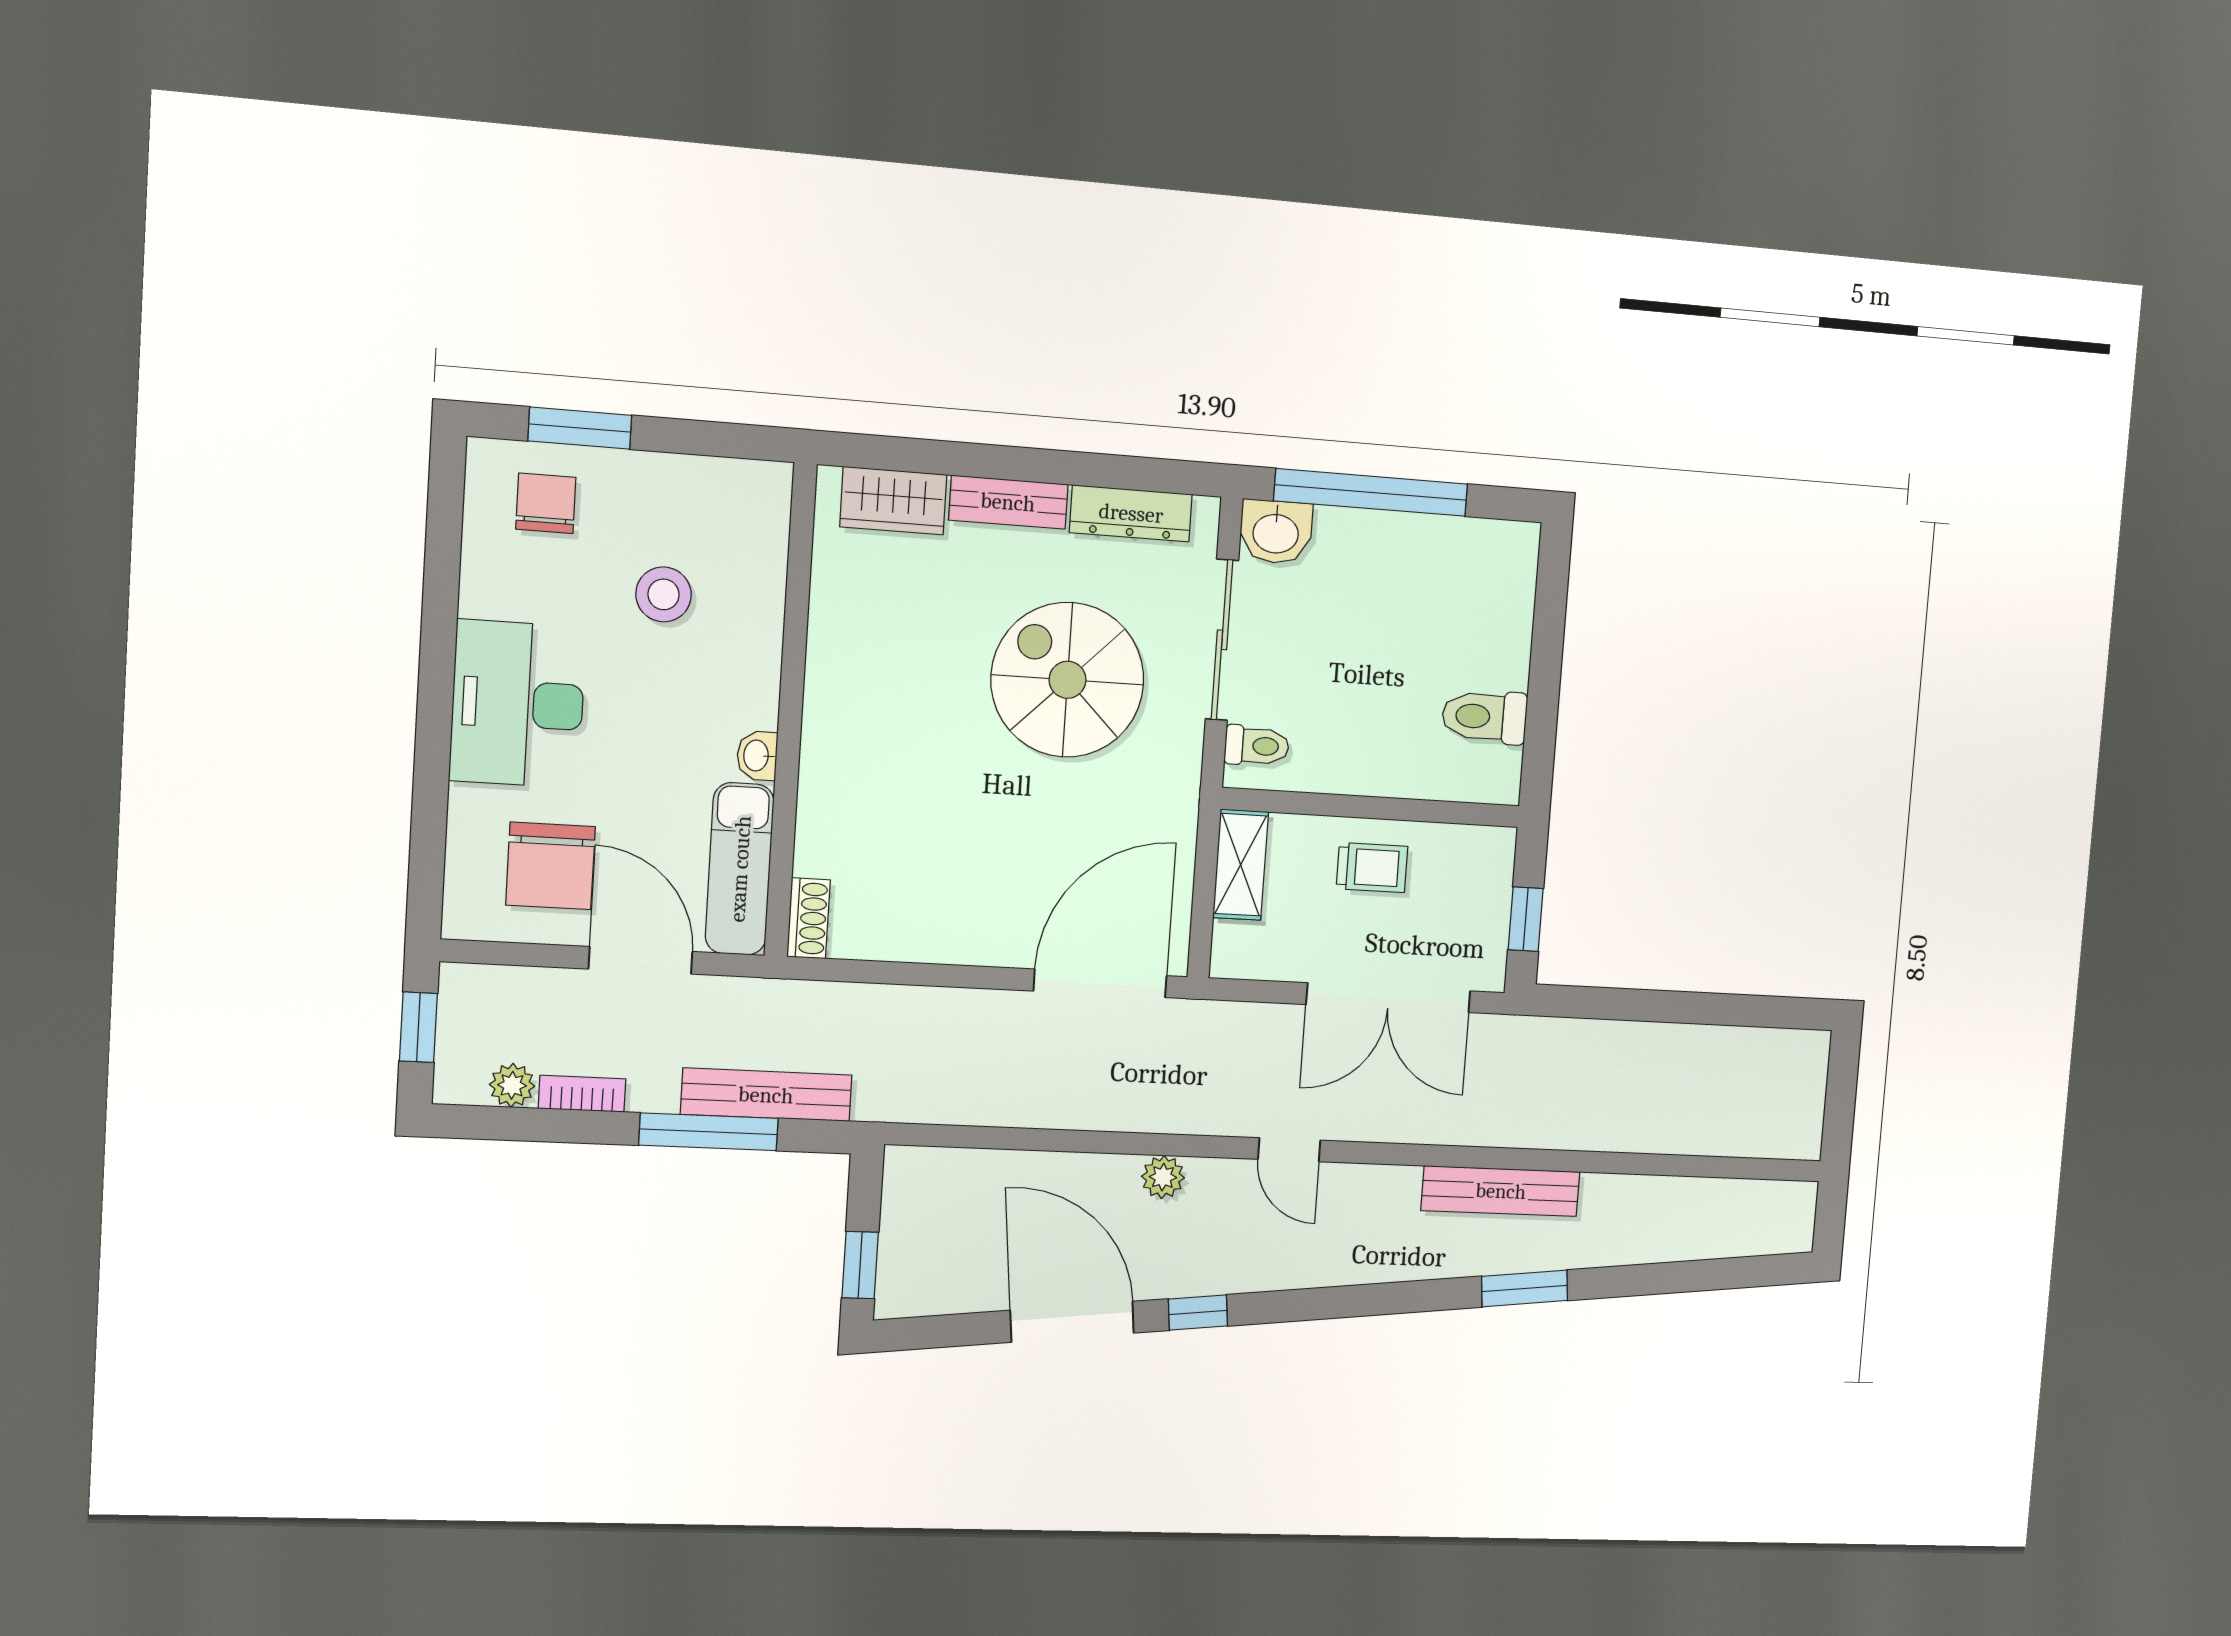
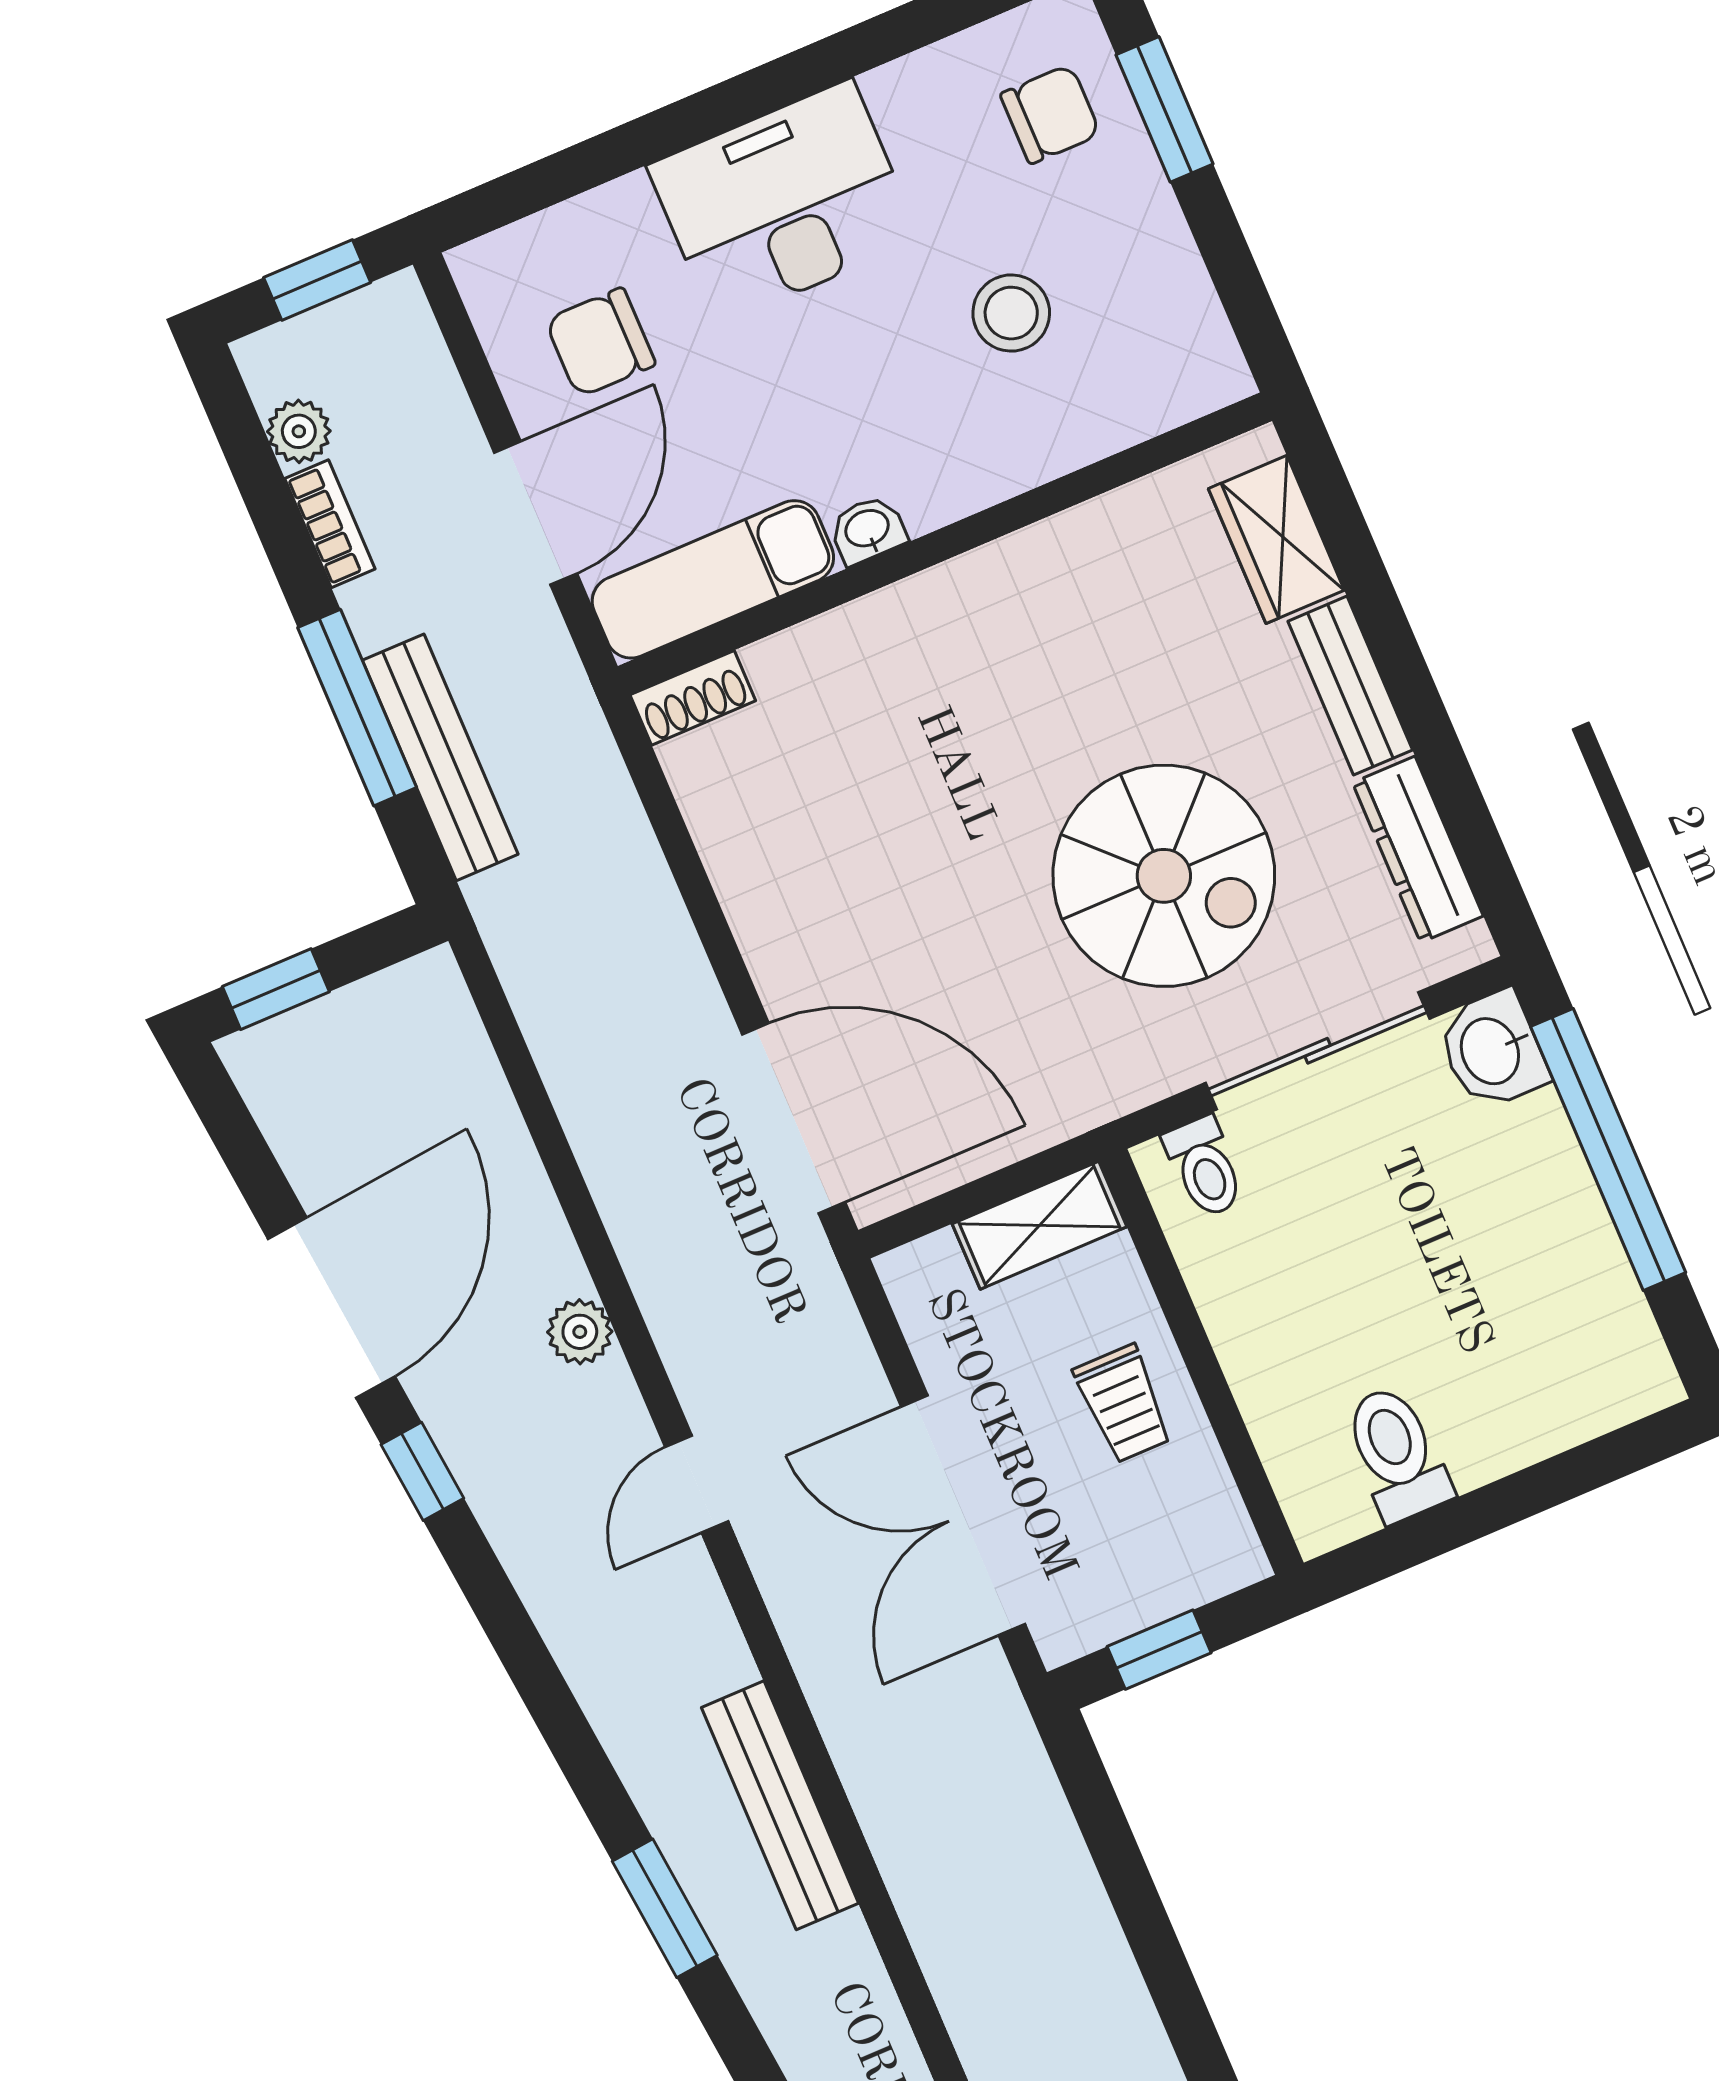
spiral stairs: (1068, 680) -> (1164, 876), turned 90
chair: (551, 866) -> (600, 342), width x0.73, depth x0.73

